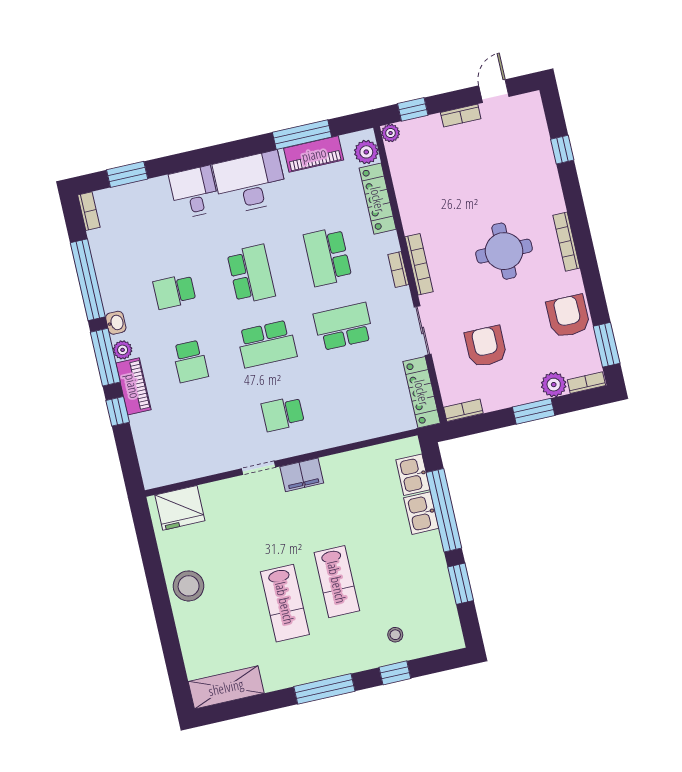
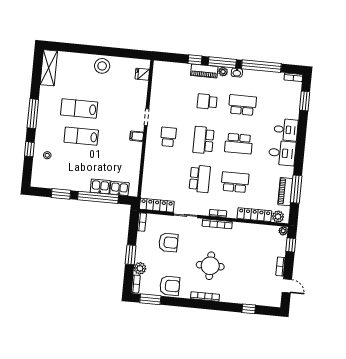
desk: (250, 183) -> (282, 153), width x0.73
school desk: (174, 292) -> (242, 105), width x1.85
filing cabinet: (302, 475) -> (137, 136), width x0.50
fridge: (180, 508) -> (142, 74), width x0.53, depth x0.75

